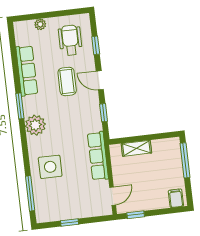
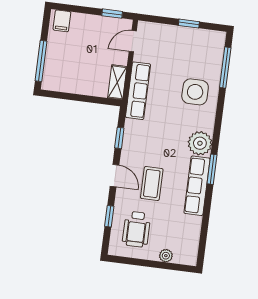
row of seats: (27, 71) -> (197, 186), moved
shelving: (136, 148) -> (117, 82), moved, turned 90

